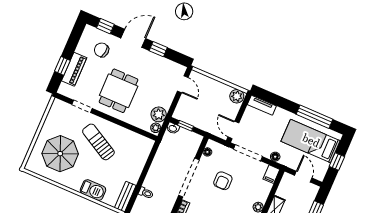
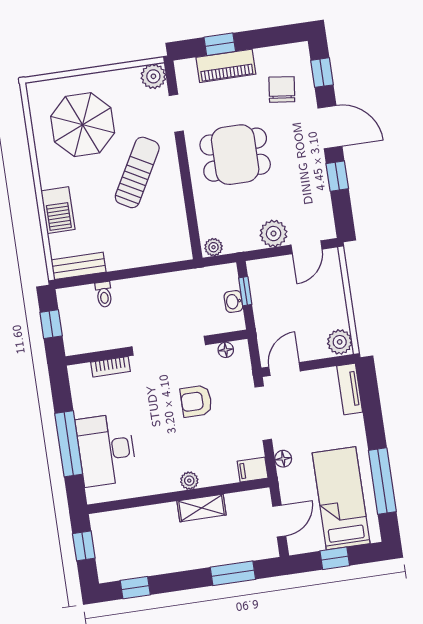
plant: (58, 106) -> (153, 76), added
plant: (159, 114) -> (274, 234), moved
washbasin: (173, 128) -> (233, 302), moved

